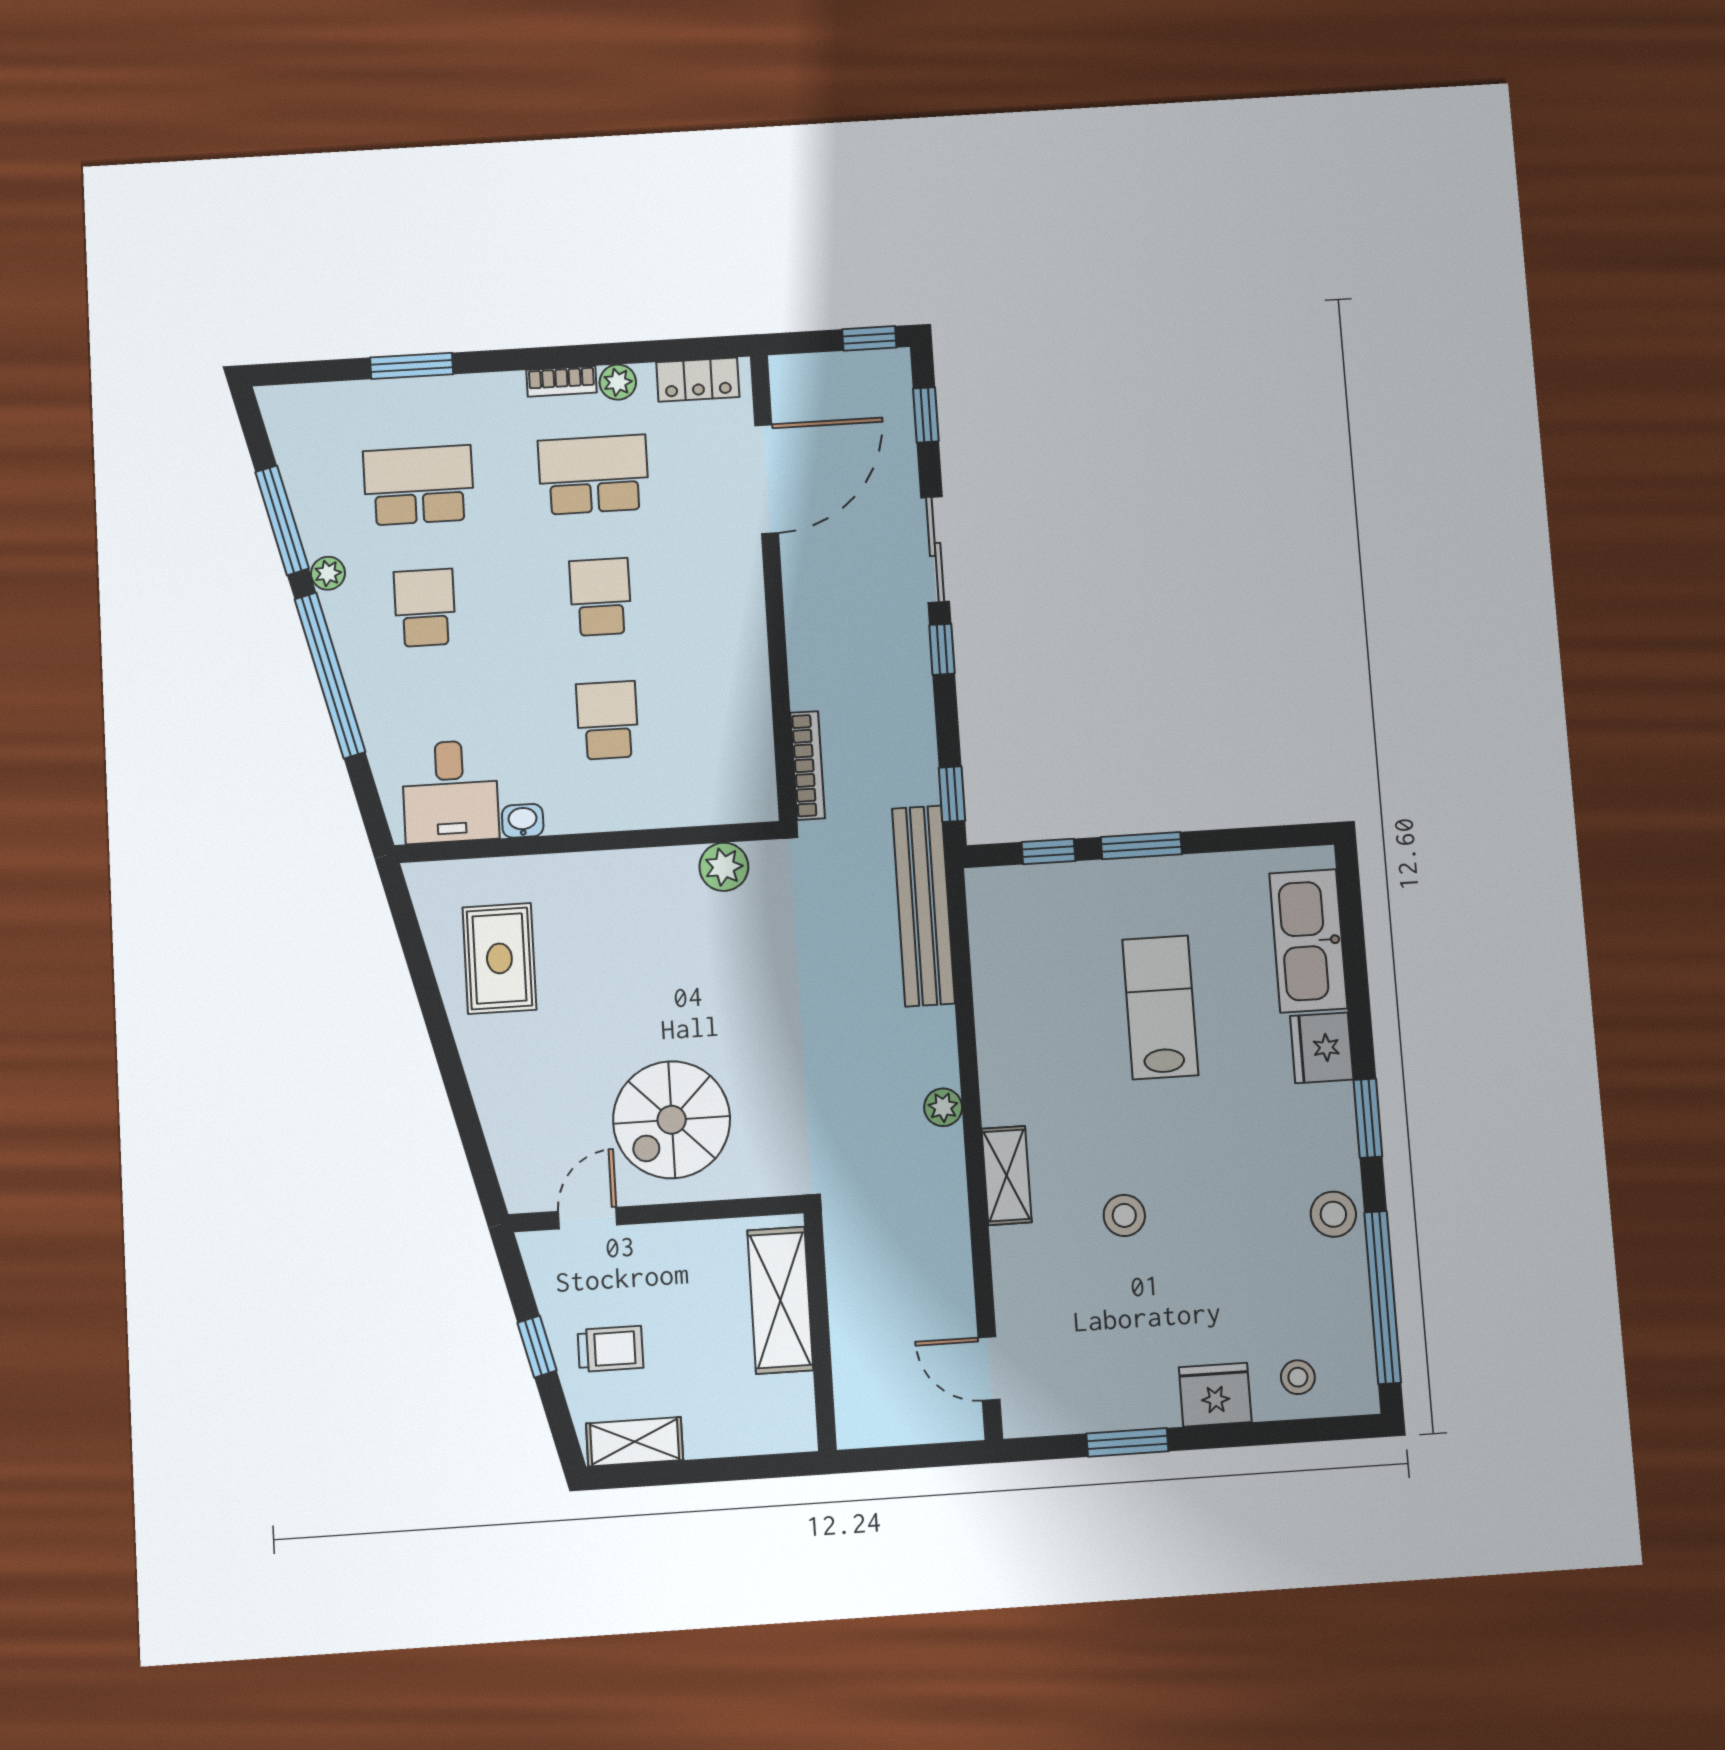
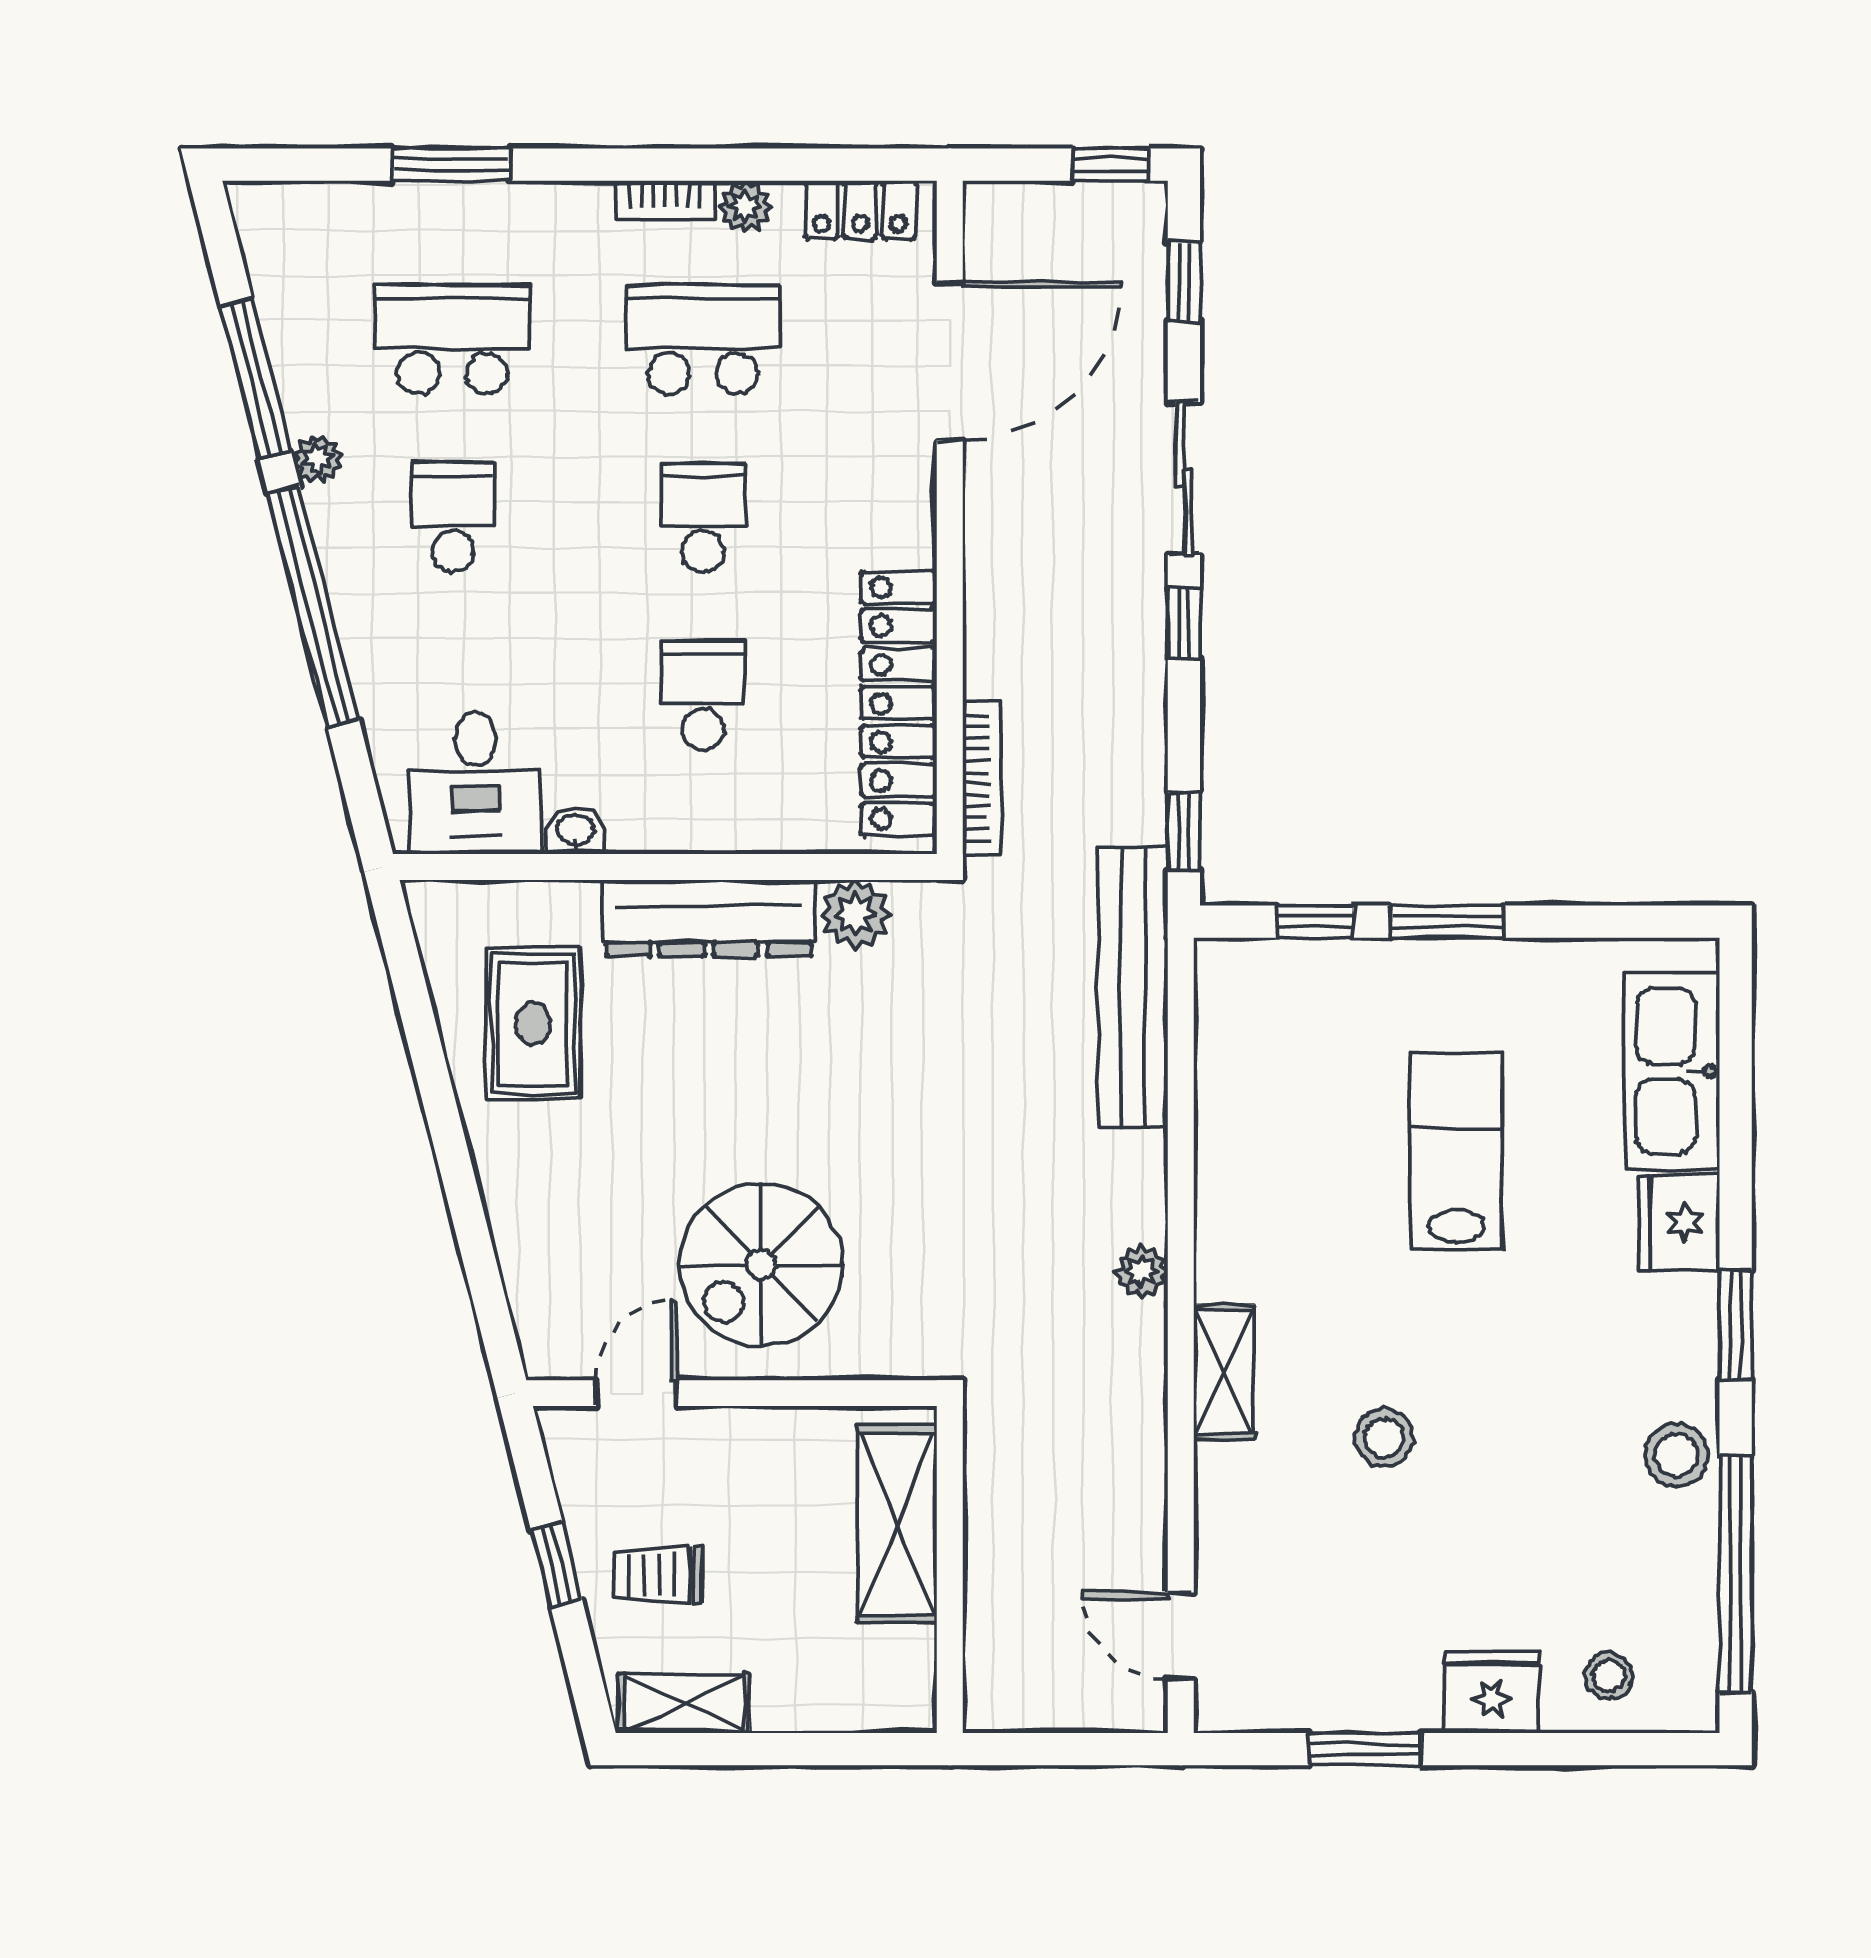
locker: (745, 717) -> (899, 703), added
dresser: (620, 876) -> (709, 918), added
trolley: (610, 1349) -> (658, 1575), turned 180

